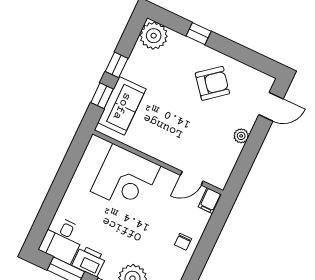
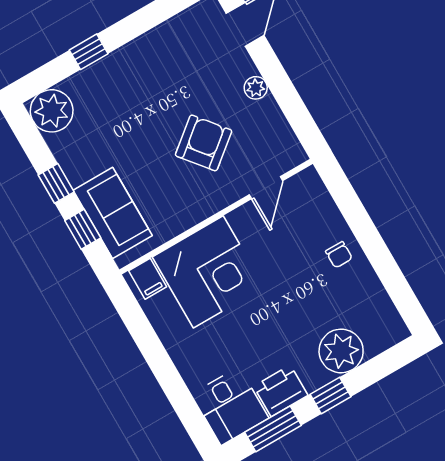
armchair: (212, 83) -> (204, 143), moved
filing cabinet: (210, 201) -> (148, 279), moved

